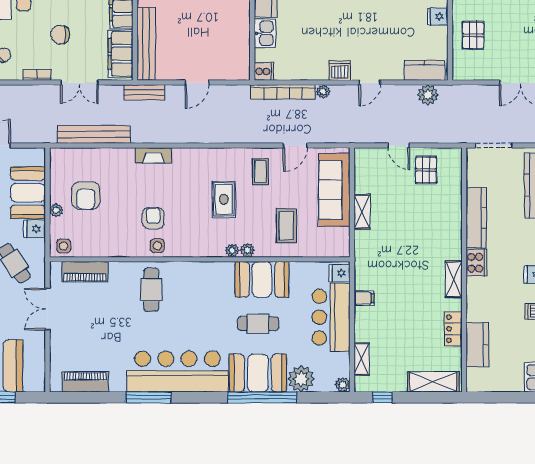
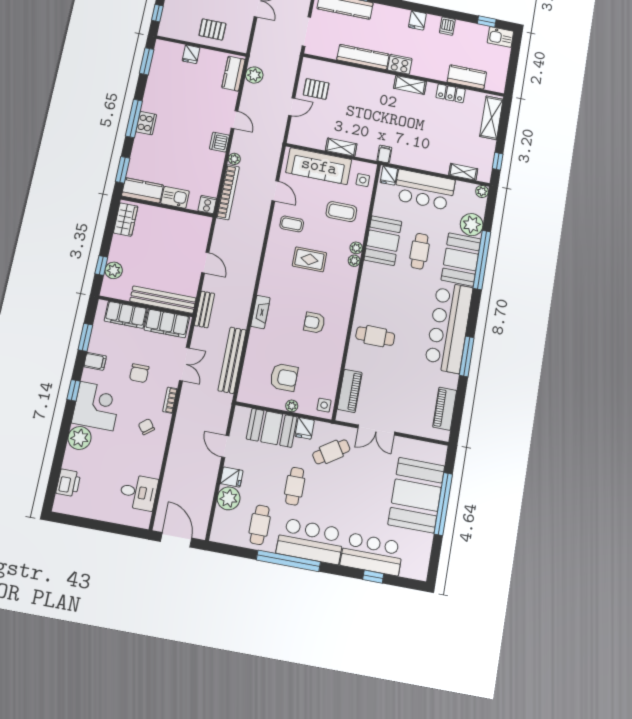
side table: (157, 246) -> (363, 180), moved
filing cabinet: (364, 298) -> (384, 154), moved

